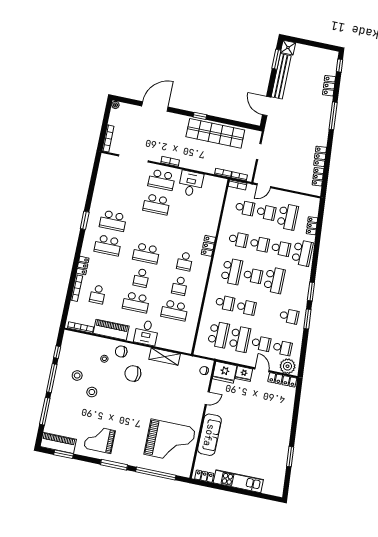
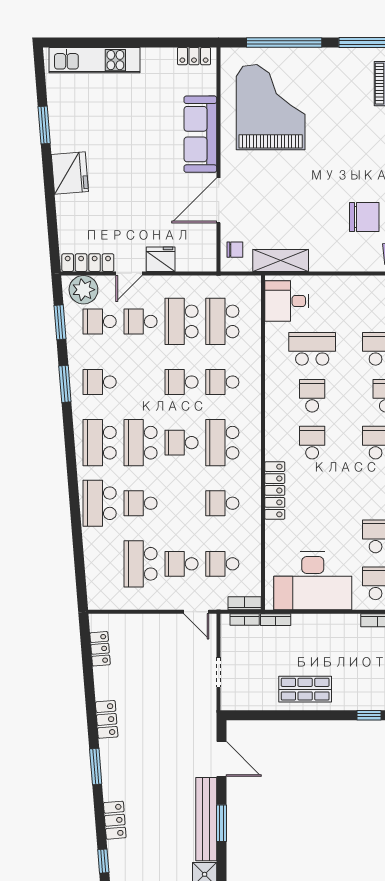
window: (276, 59) -> (221, 823), moved
window: (200, 116) -> (369, 715), moved
window: (333, 116) -> (96, 767), width x0.69
shop shelf: (215, 133) -> (305, 689), width x0.50, depth x0.74
locker: (320, 156) -> (107, 719), moved
desk: (191, 184) -> (313, 581), width x1.87, depth x1.30
door: (264, 186) -> (196, 612), swing flipped
locker: (312, 226) -> (92, 557), removed
school desk: (260, 244) -> (100, 443), moved, width x1.85
locker: (208, 246) -> (275, 490), width x1.53
window: (311, 292) -> (60, 322), moved
desk: (146, 333) -> (287, 301), moved, turned -90
shelving: (165, 356) -> (281, 260), moved
door: (262, 370) -> (129, 273), hinge flipped
fridge: (225, 372) -> (70, 173), moved, turned 85
door: (207, 398) -> (219, 200), width x1.88
grand piano: (170, 441) -> (271, 107), turned 90
kitchen unit: (238, 481) -> (95, 60), moved

